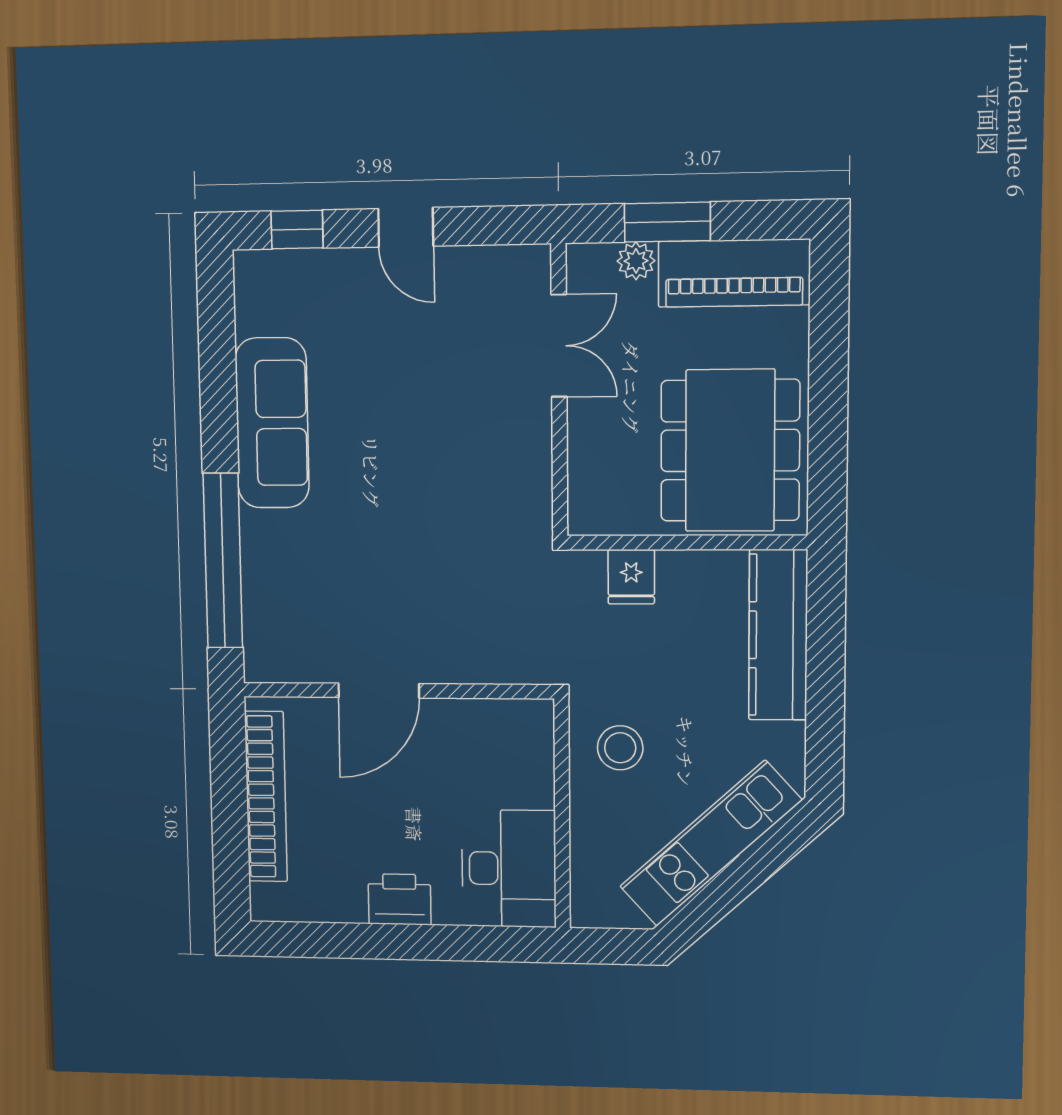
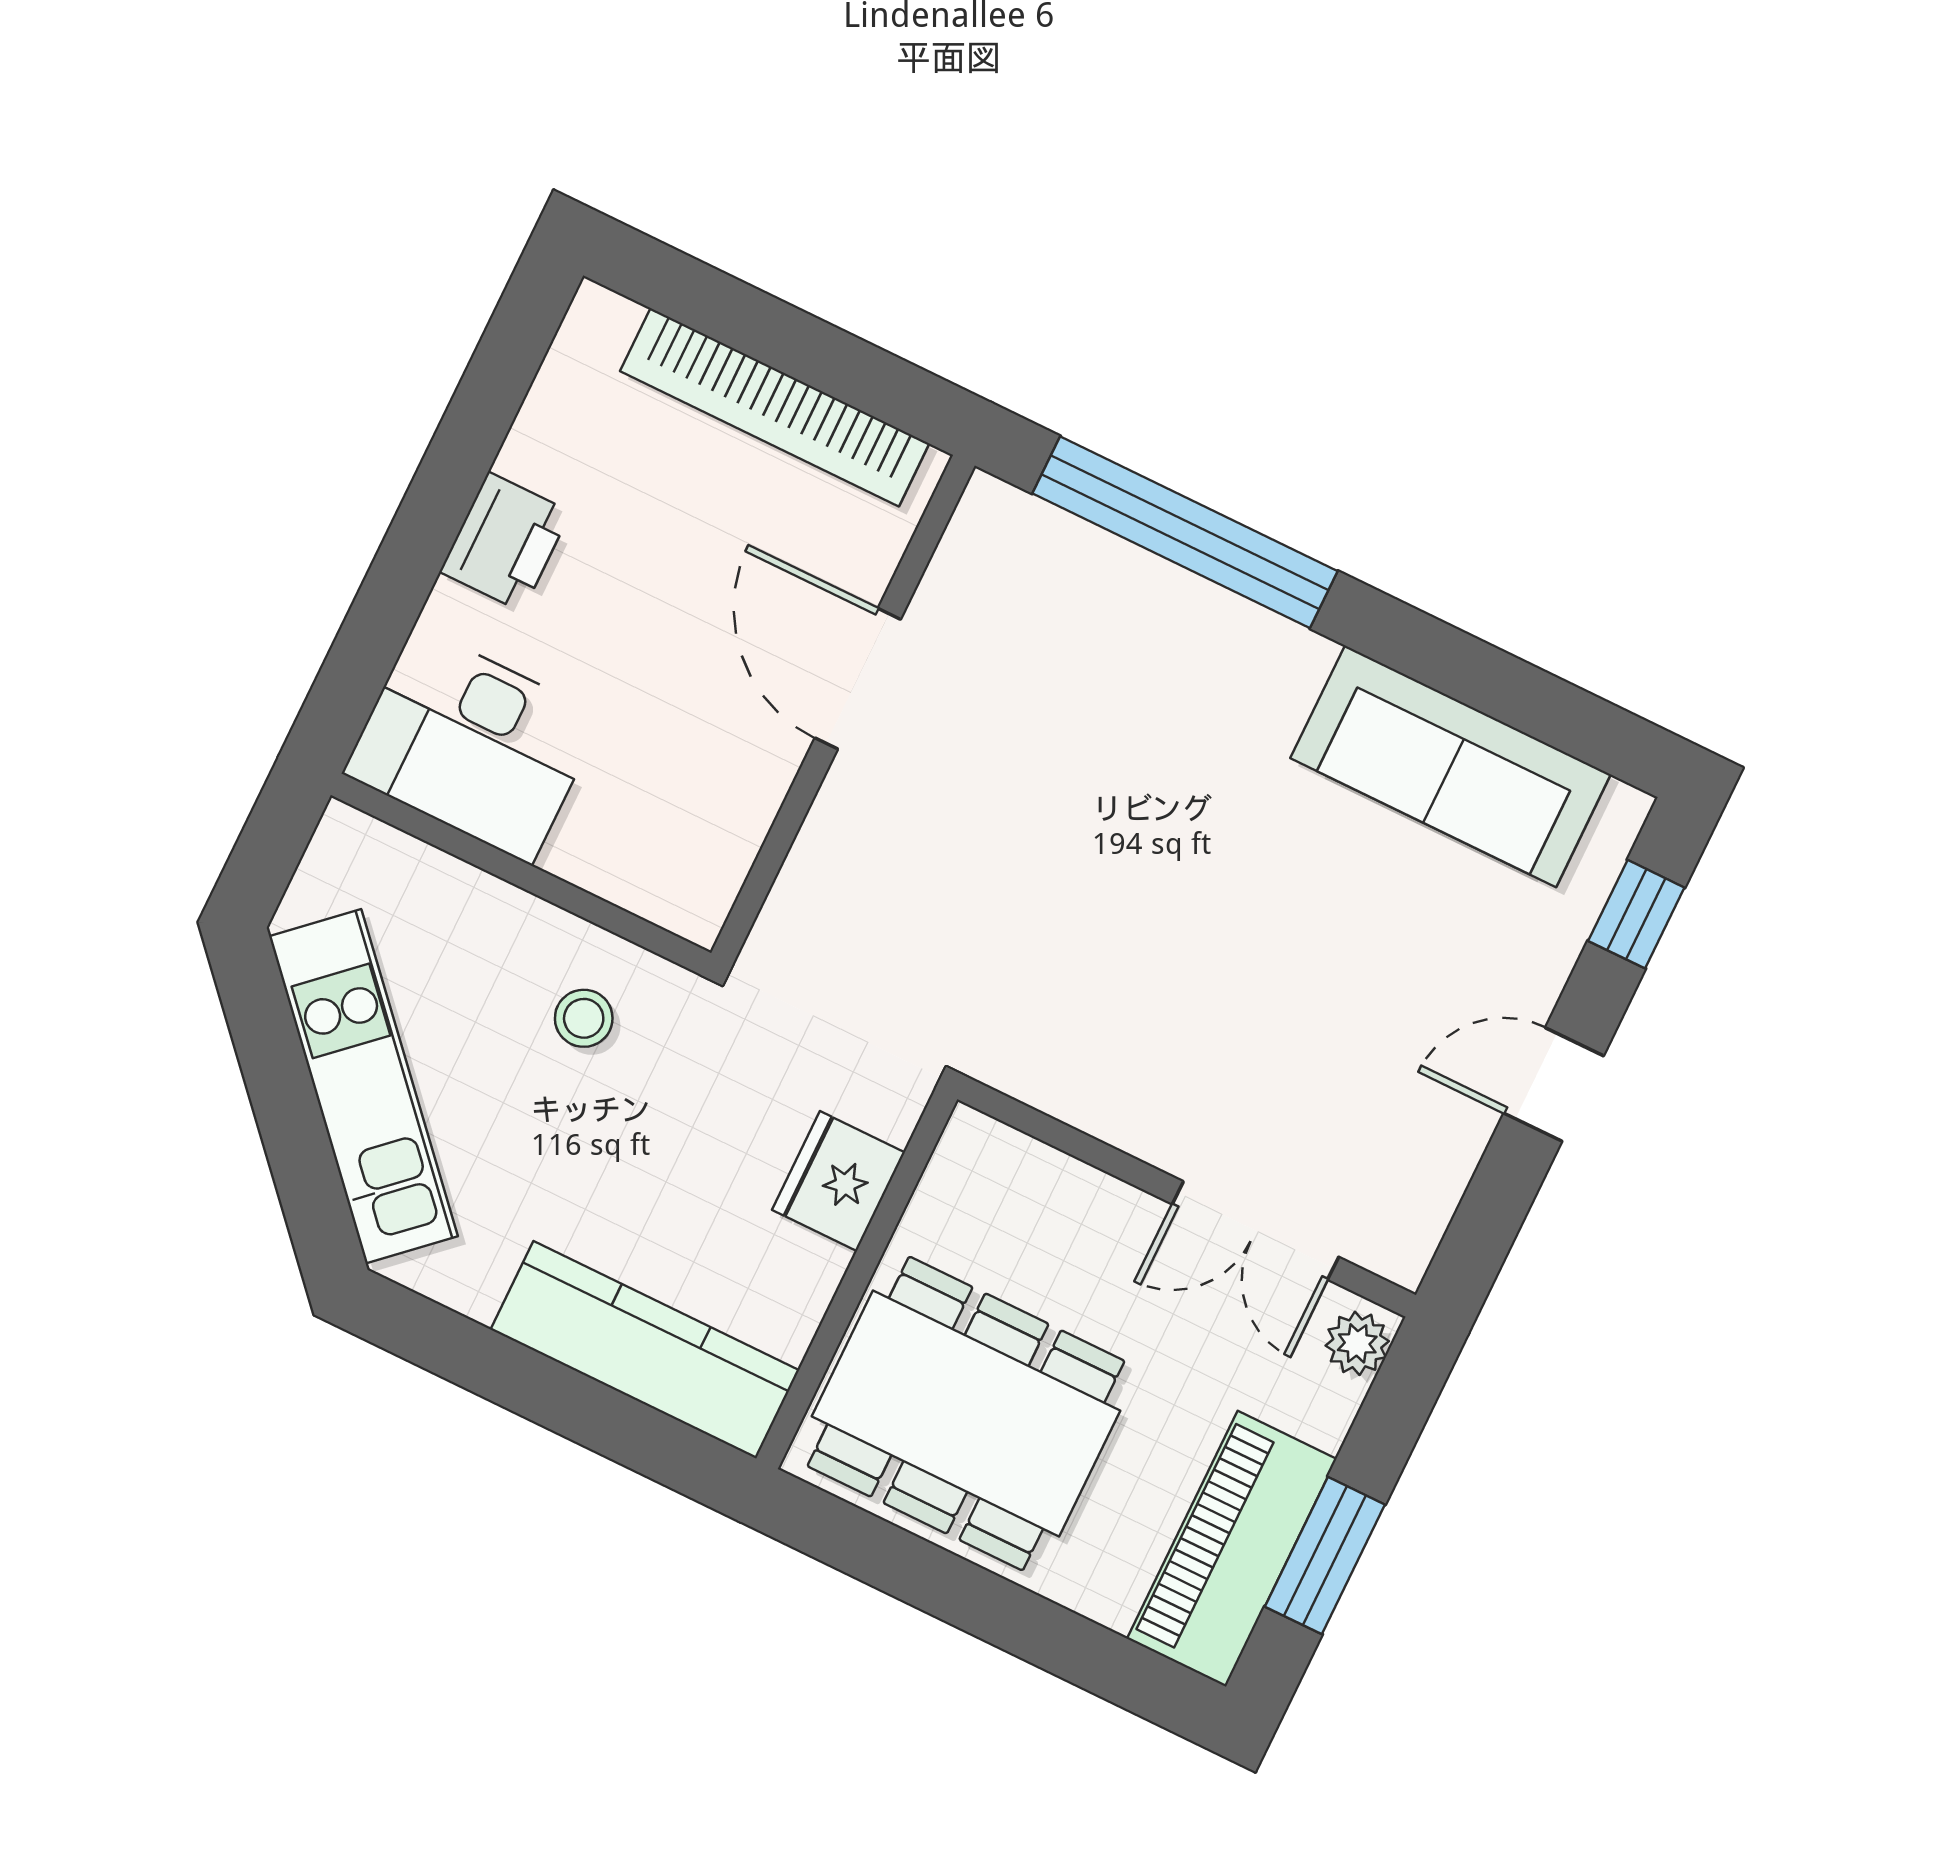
window: (667, 222) -> (1325, 1556), moved
plant: (636, 261) -> (1357, 1343), moved
sofa: (272, 423) -> (1451, 766), moved
fridge: (631, 577) -> (838, 1181), width x1.38
stool: (620, 748) -> (584, 1018), width x0.73, depth x0.73

